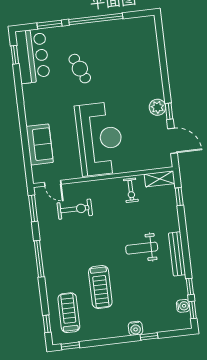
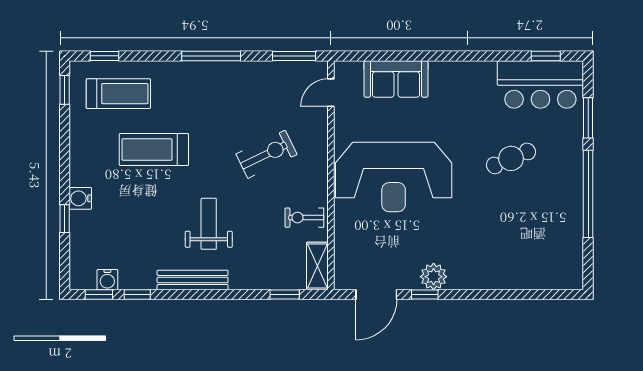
exercise bike: (75, 209) -> (266, 154), moved, turned -116

